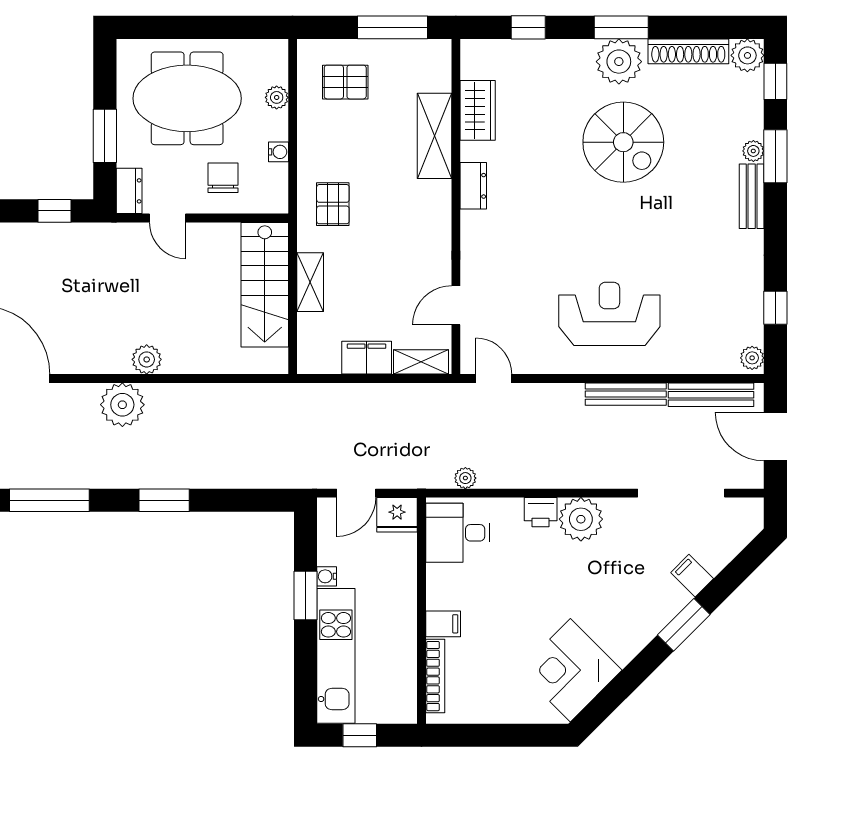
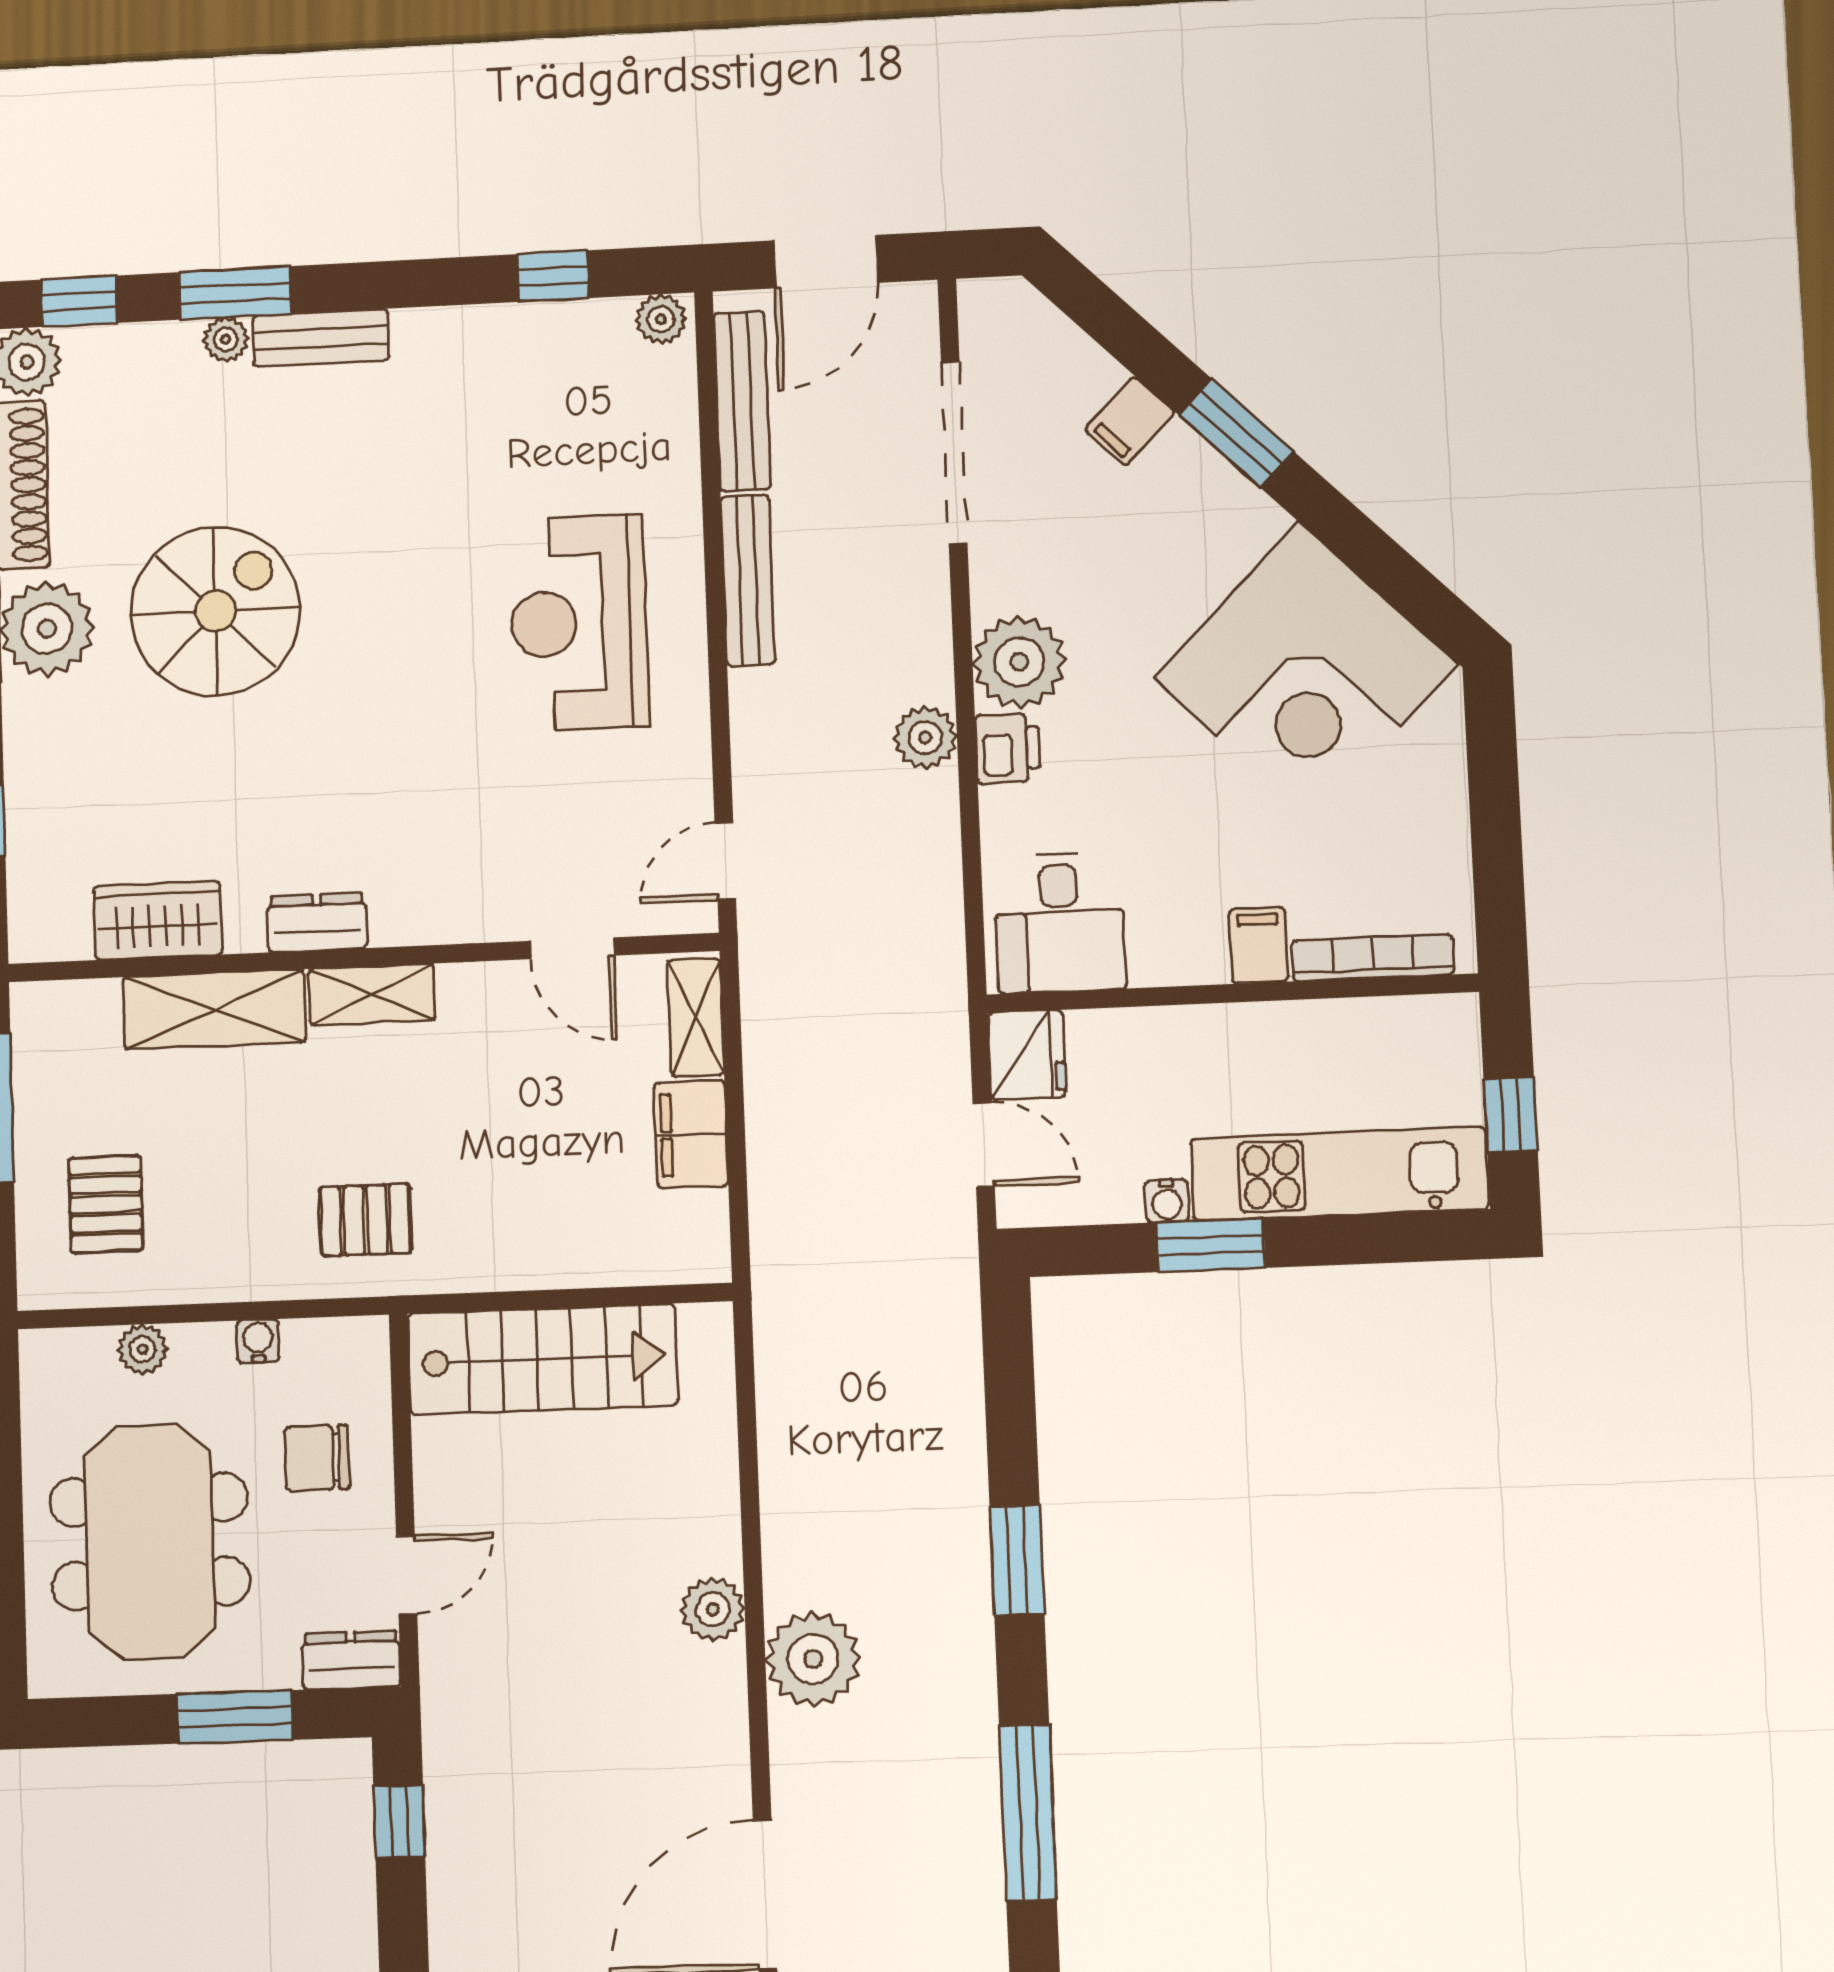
shelving: (310, 282) -> (372, 994), moved
plant: (465, 478) -> (925, 738), moved, width x1.38, depth x1.38
corner desk: (570, 670) -> (1306, 671), width x1.36, depth x1.36

